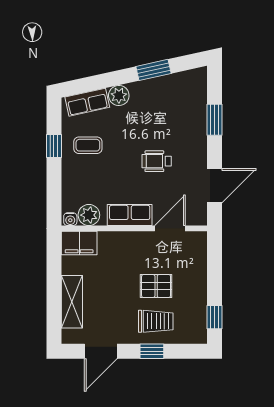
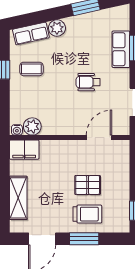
row of seats: (130, 215) -> (121, 49), moved, turned -90
window: (152, 351) -> (84, 239), width x1.50

